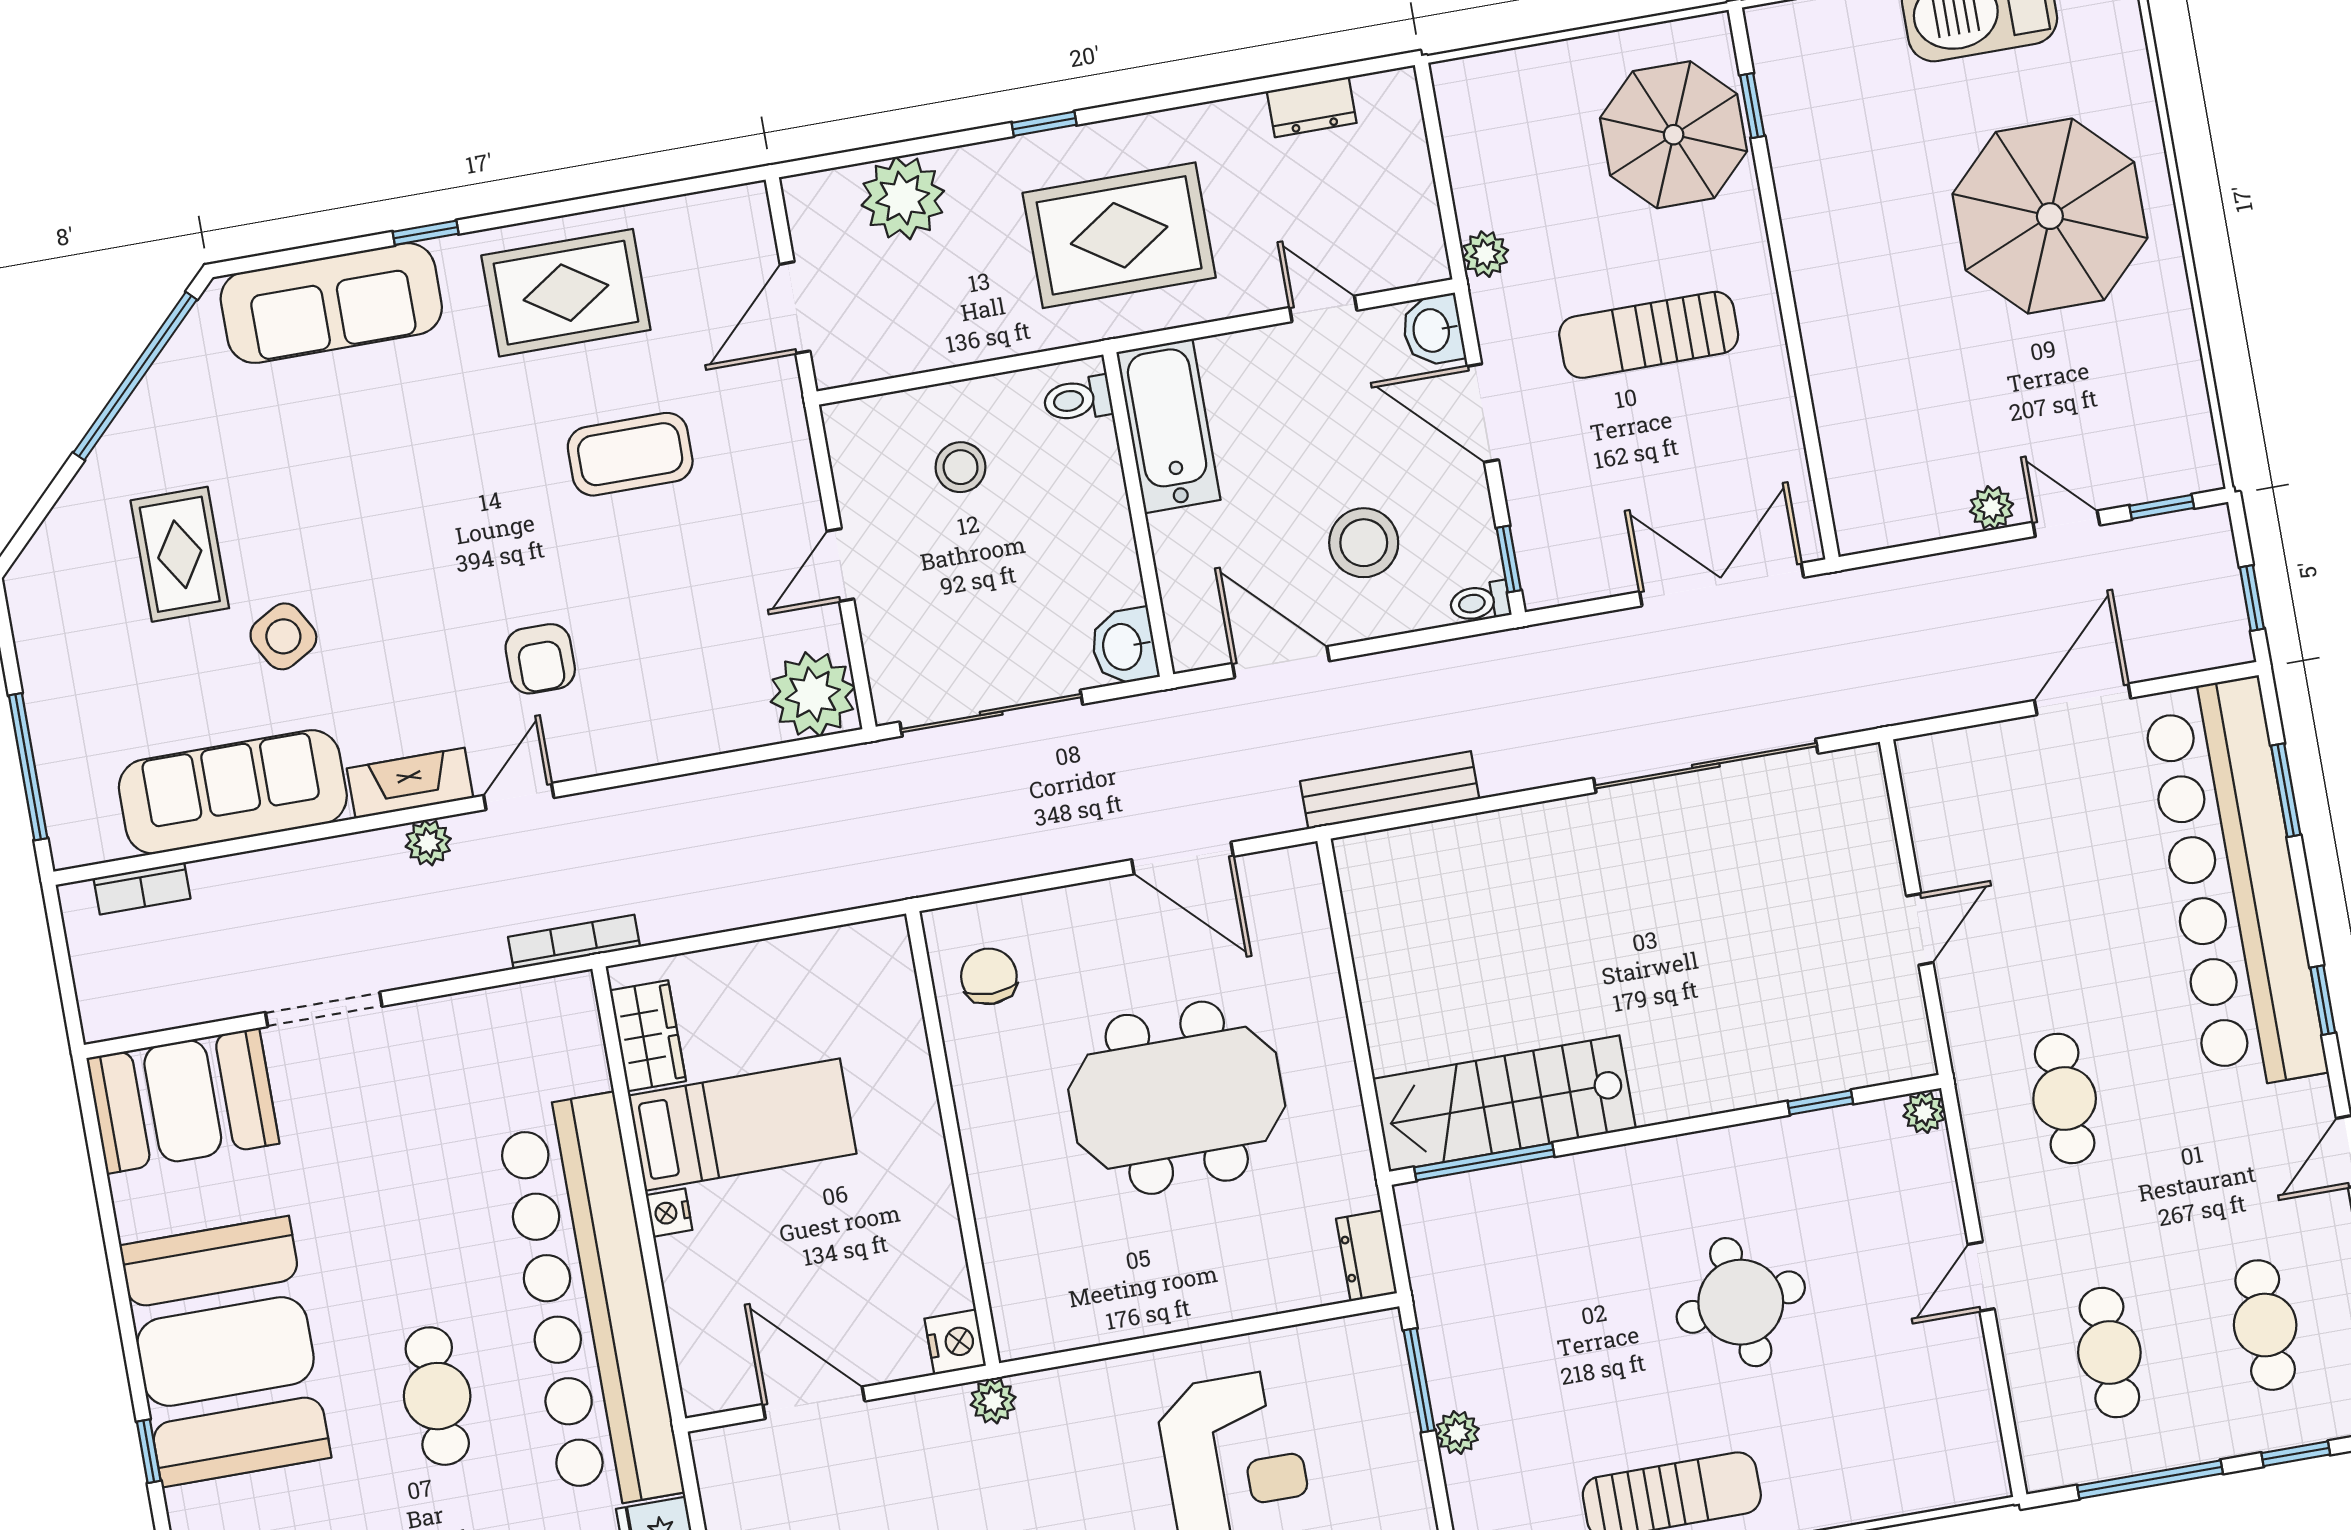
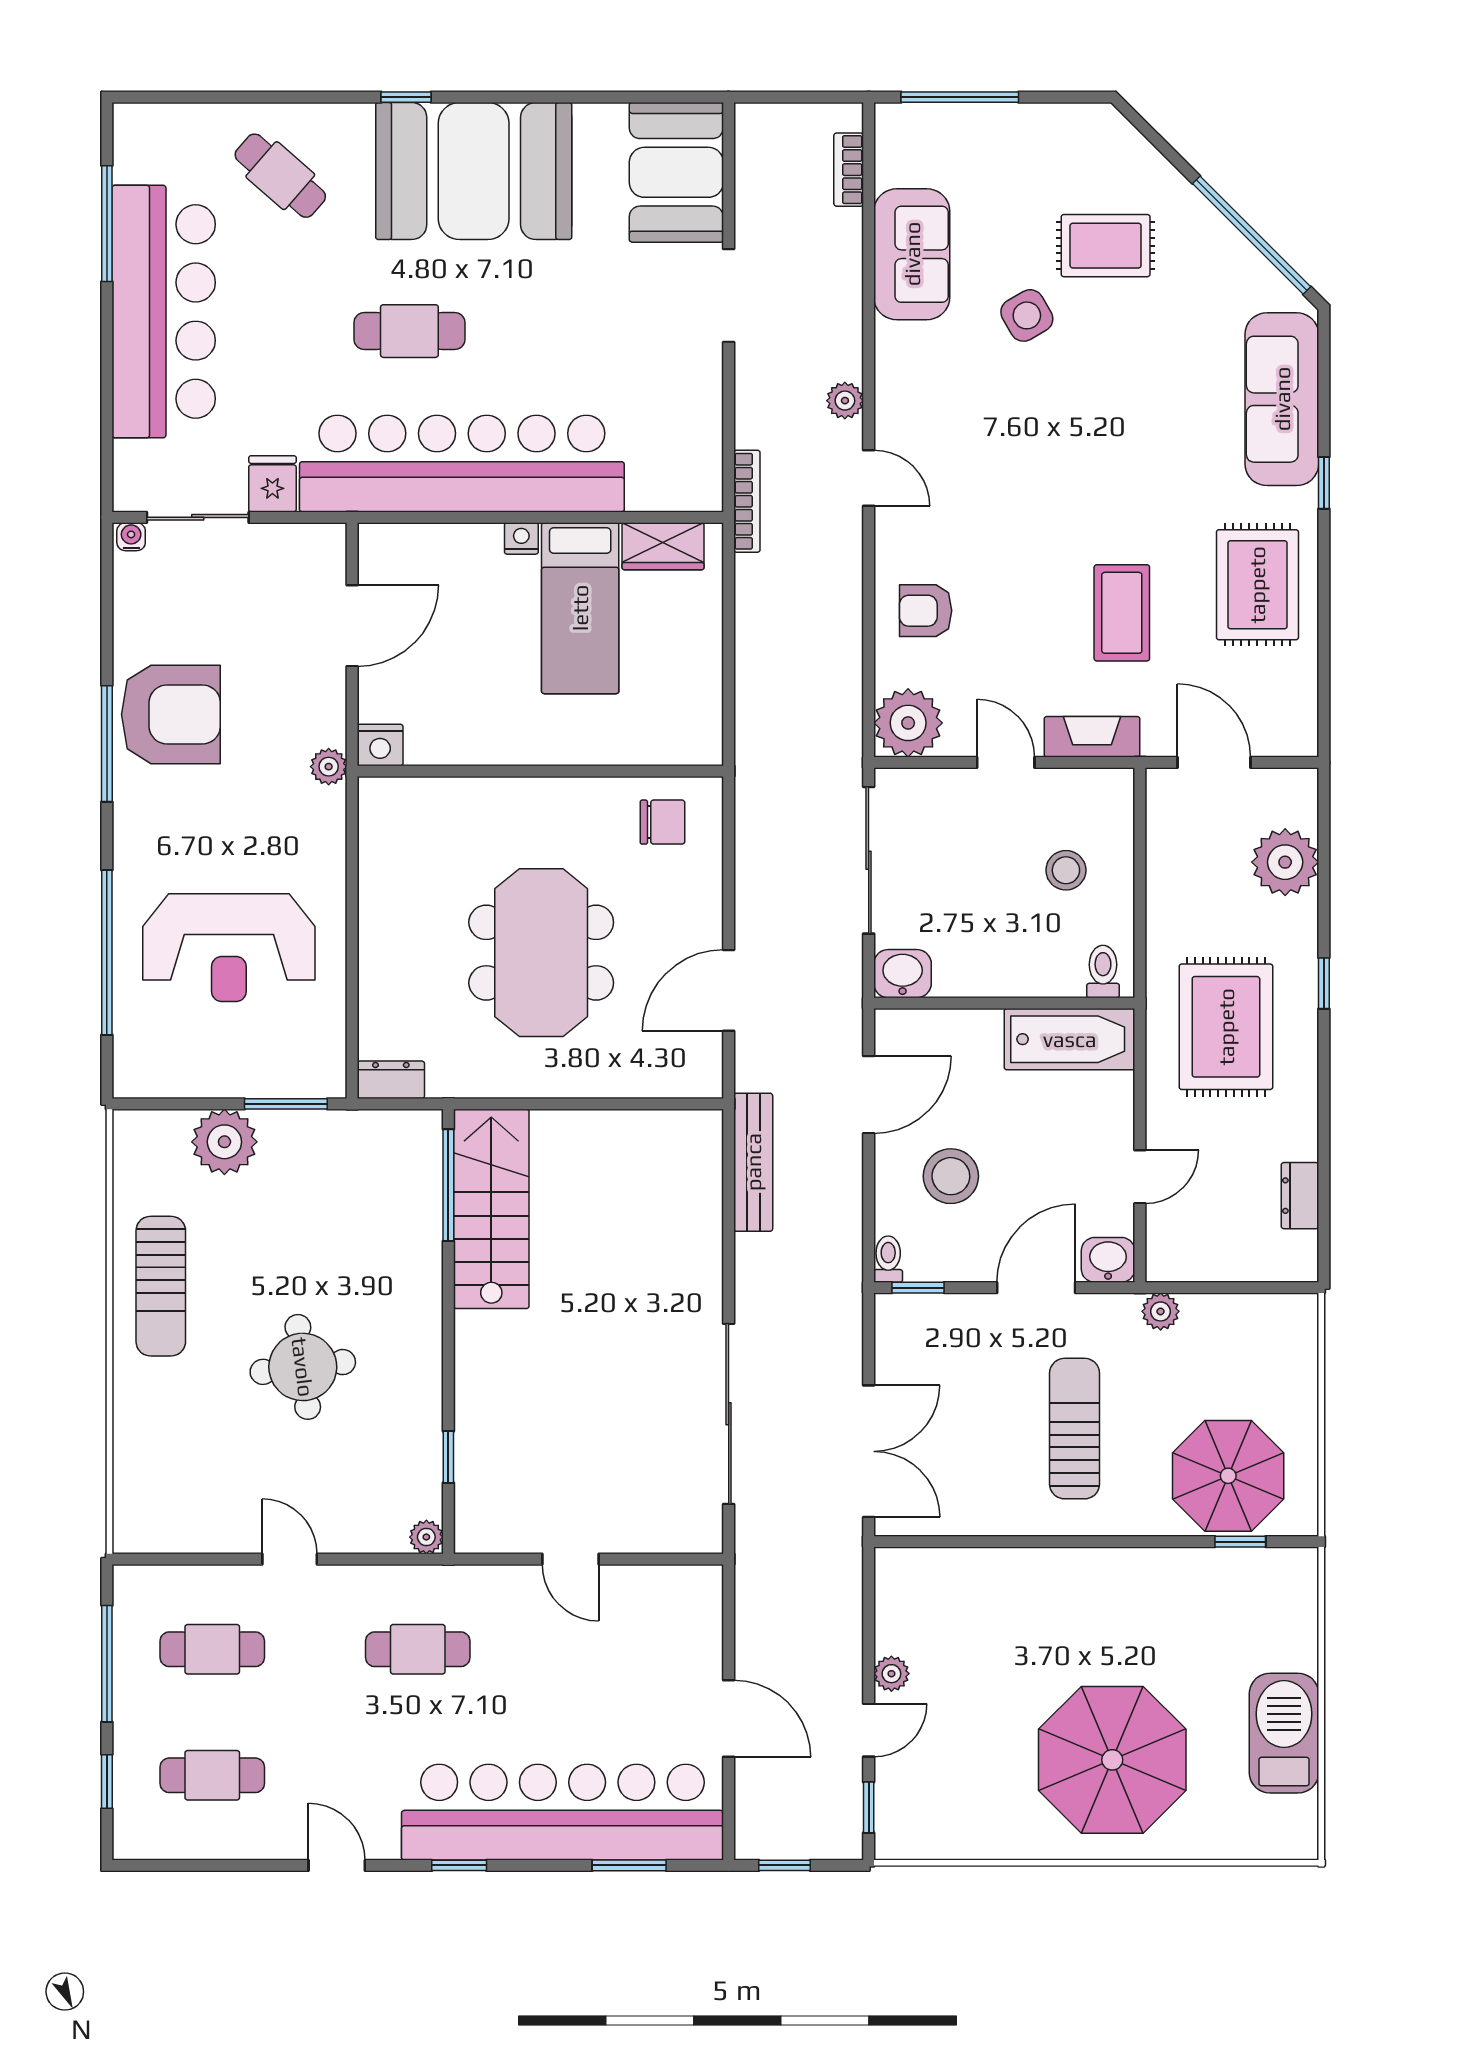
armchair: (540, 659) -> (926, 611), moved
fireplace: (410, 783) -> (1092, 737), moved, turned -90
sofa: (233, 792) -> (912, 254), width x0.73
plant: (1457, 1432) -> (224, 1142), width x1.88, depth x1.88

